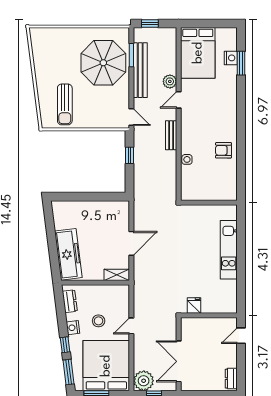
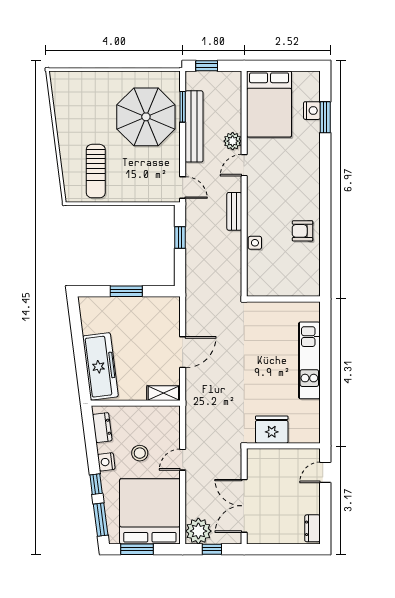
window: (88, 197) -> (126, 291), added
fridge: (194, 306) -> (272, 430), width x1.88, depth x1.34

